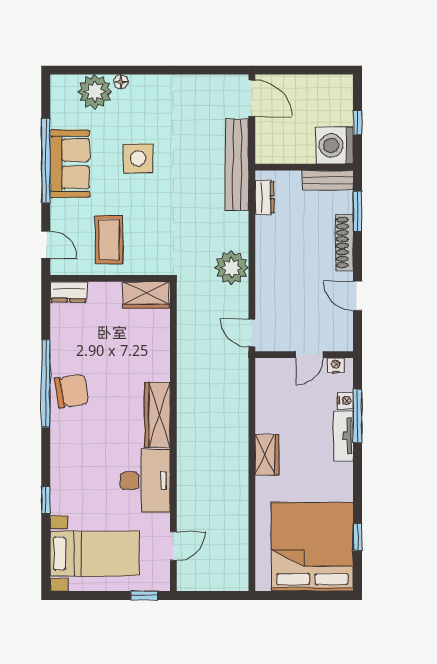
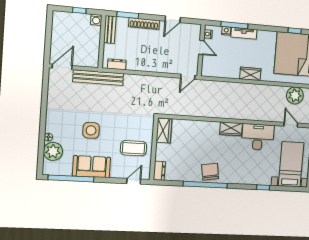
washing machine: (335, 145) -> (96, 20), width x0.53, depth x0.53
window: (46, 161) -> (71, 178), moved
plant: (232, 268) -> (295, 95), moved
wardrobe: (157, 415) -> (231, 129), width x0.67

